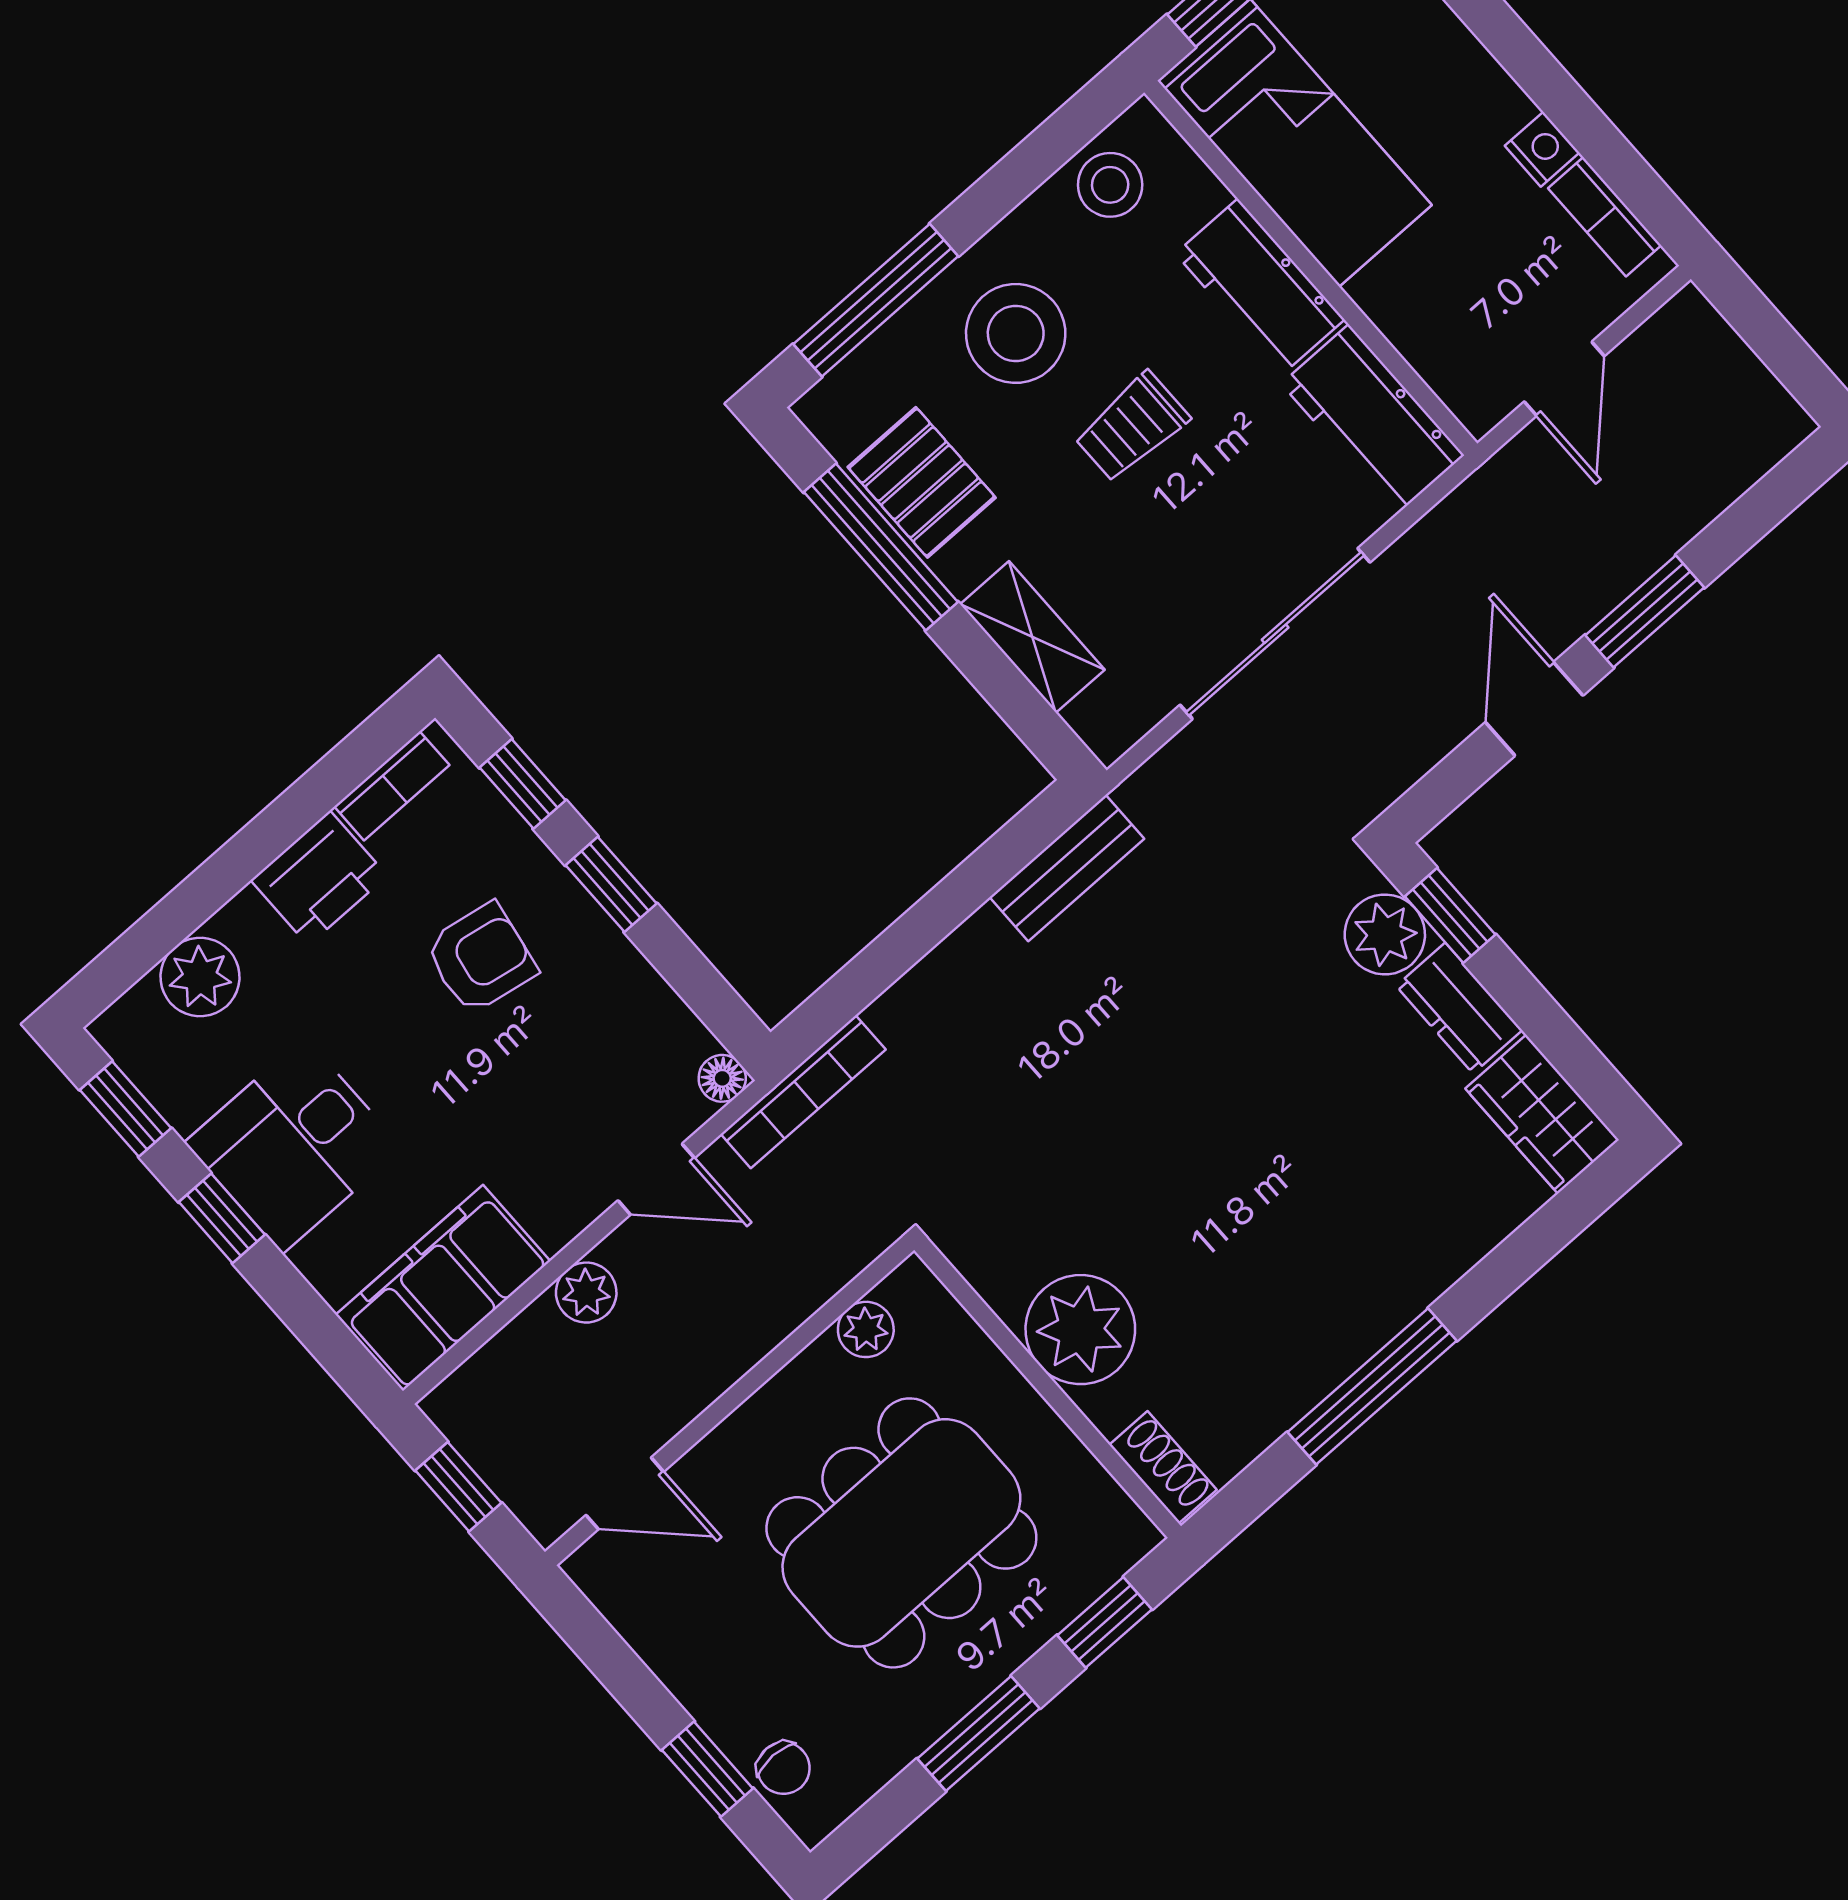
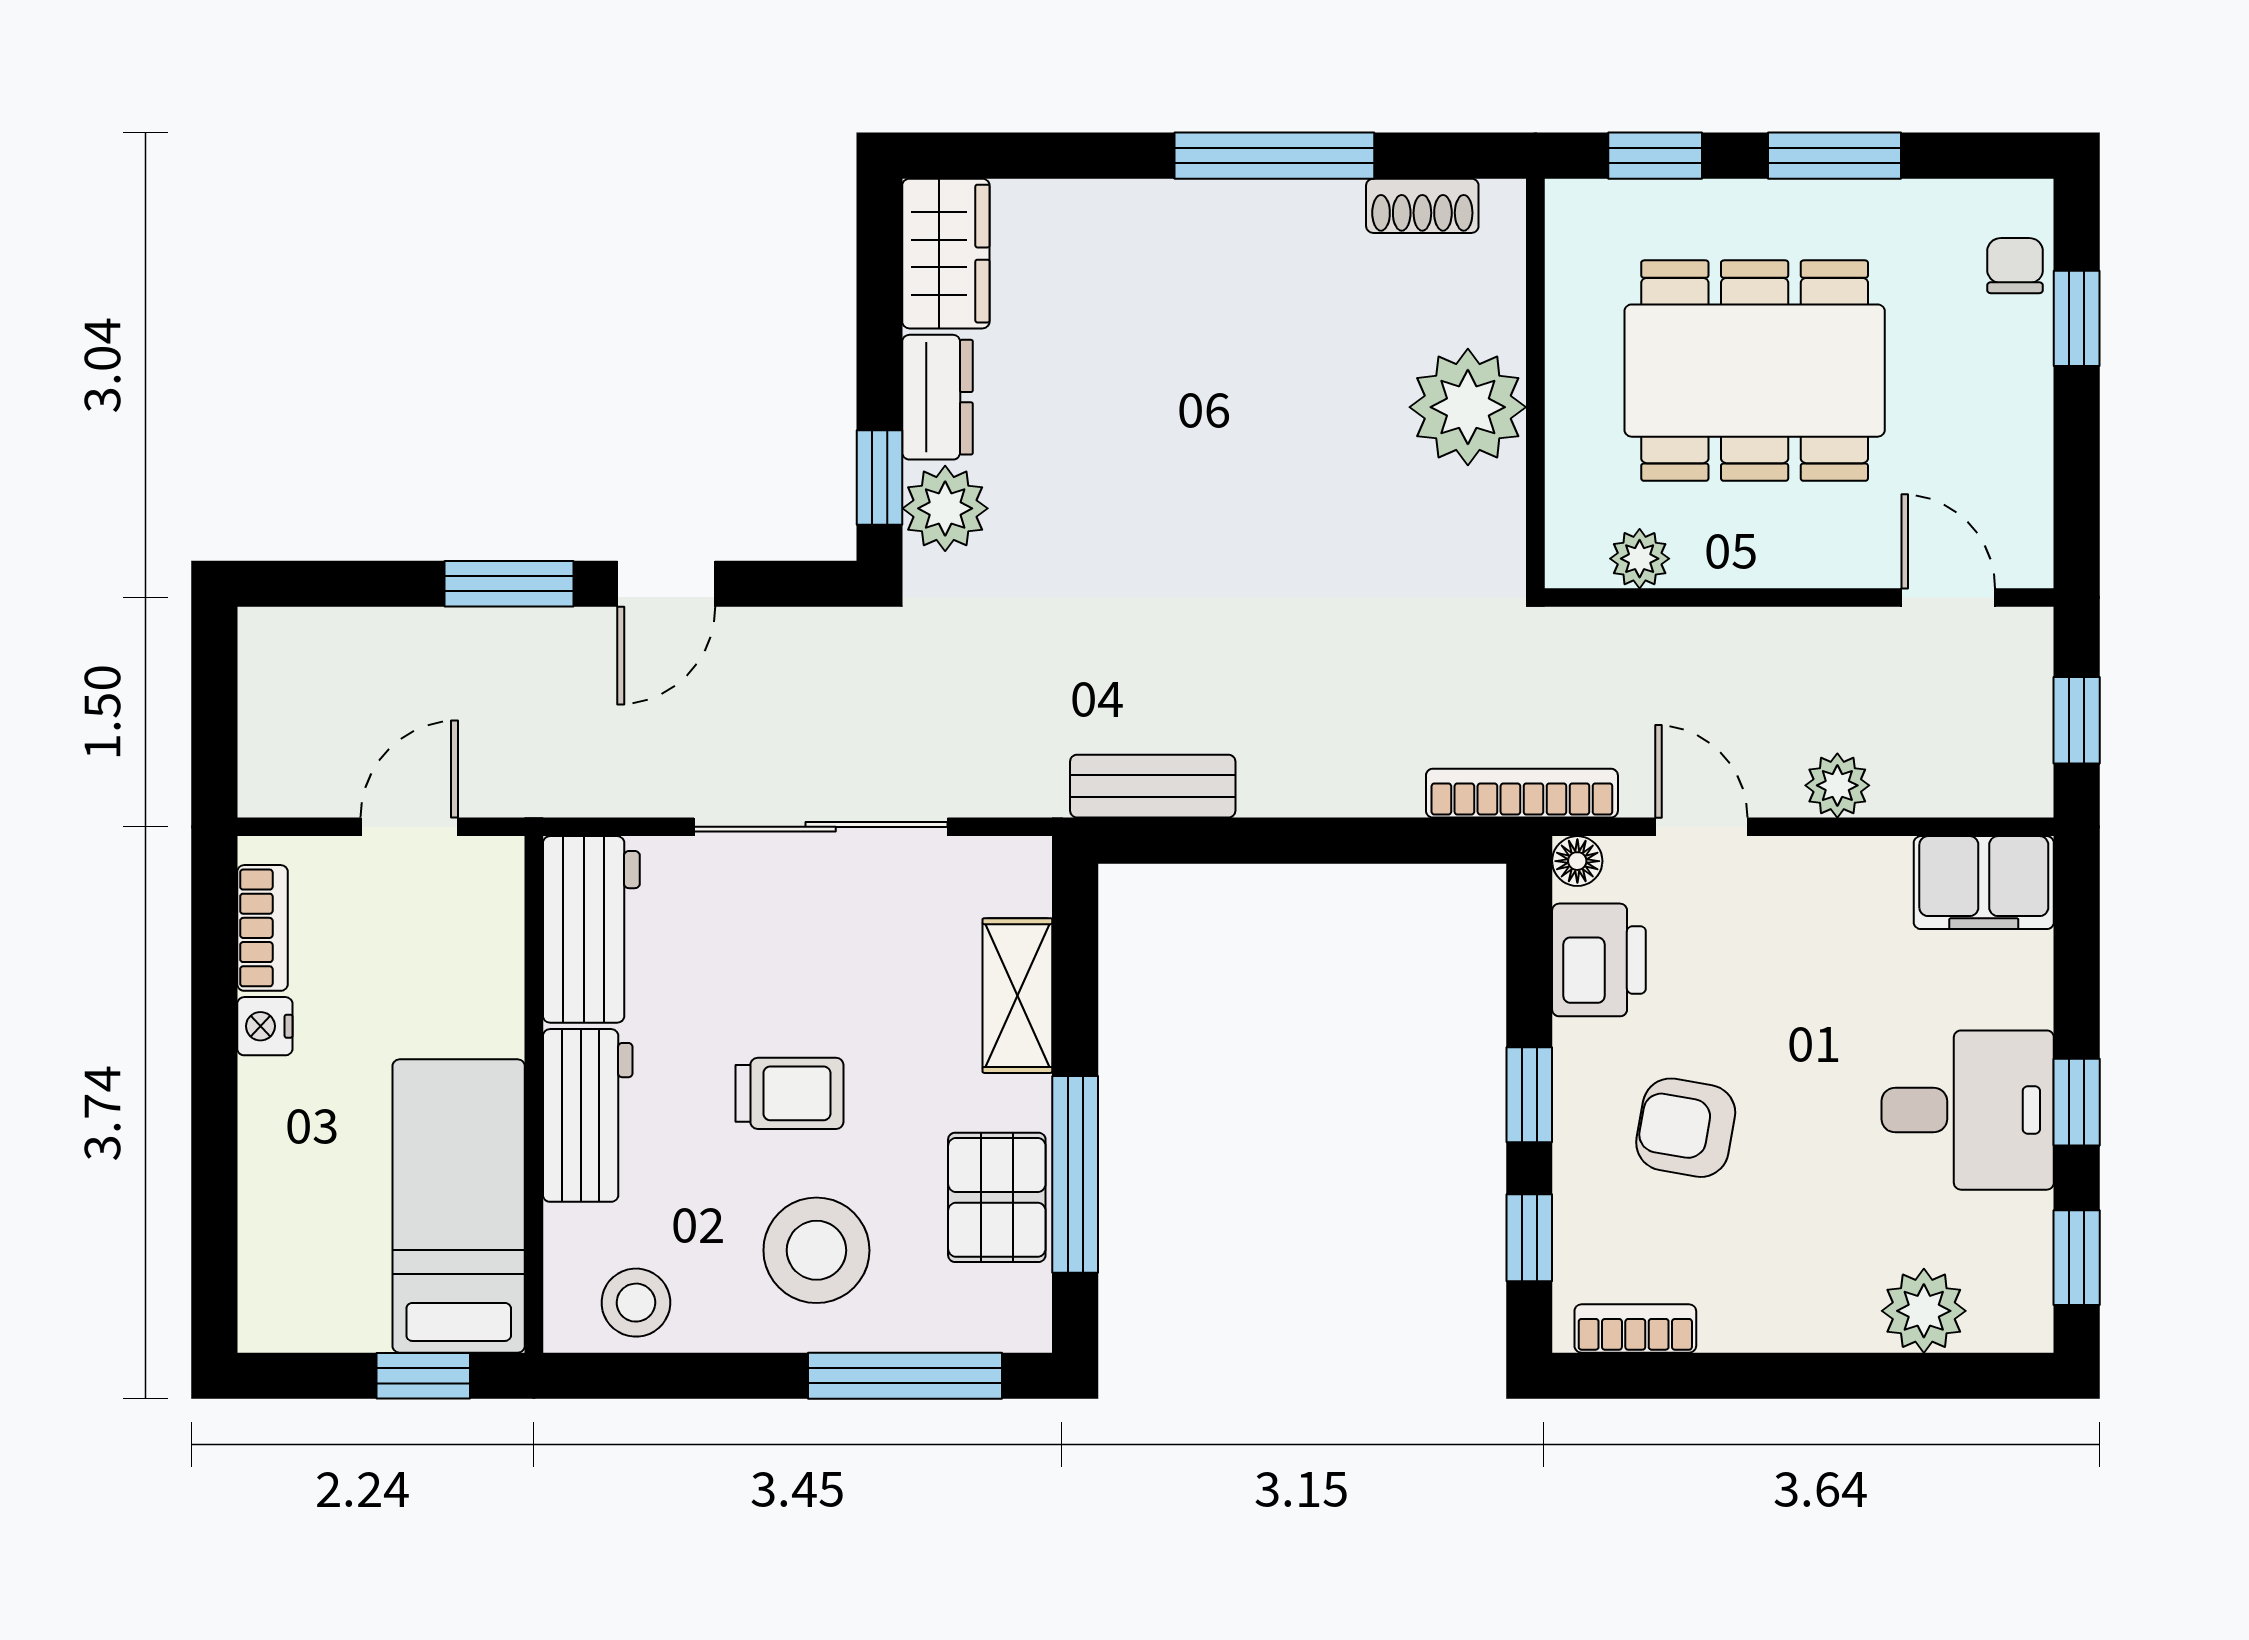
printer: (319, 878) -> (1599, 960), moved, turned 90
filing cabinet: (443, 1288) -> (1984, 883), width x0.67, depth x0.86
shoe rack: (1163, 1467) -> (1422, 206), moved, turned -90

